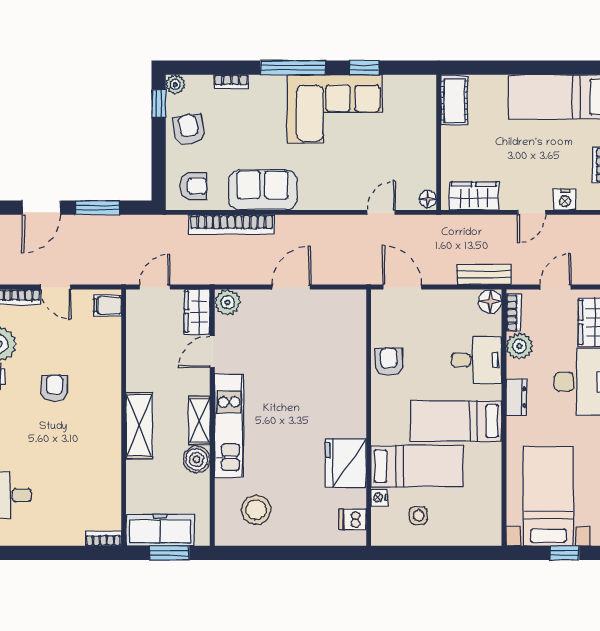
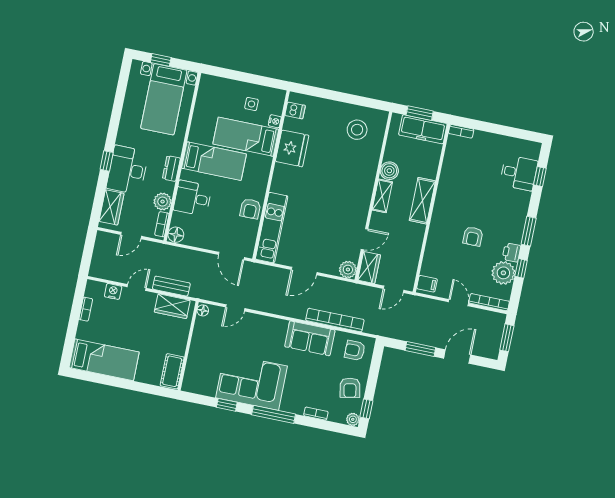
bench: (484, 274) -> (171, 286), moved
kitchen unit: (229, 425) -> (272, 228), moved, turned 180

